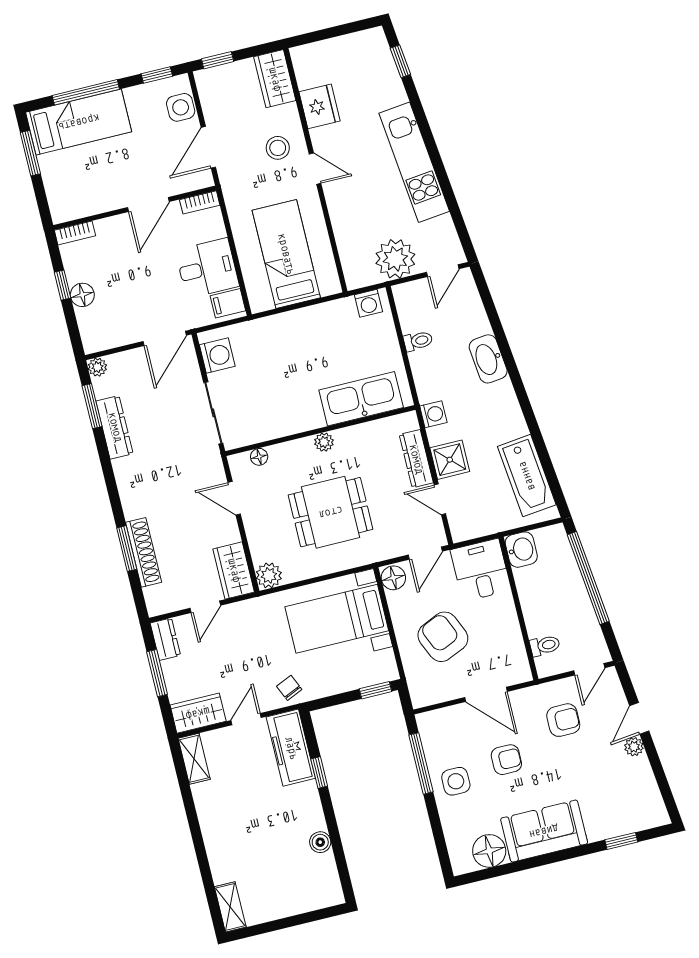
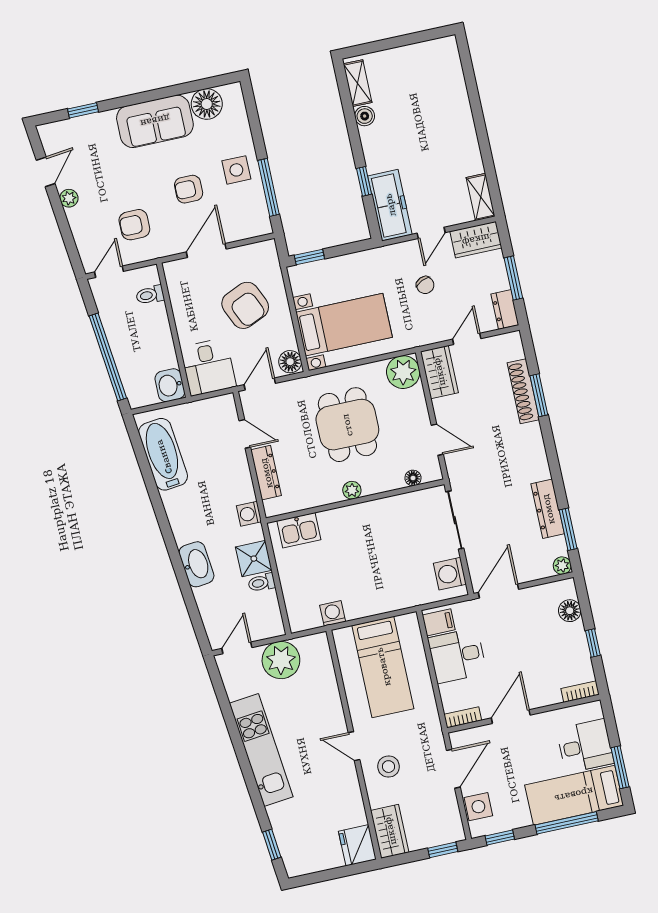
fridge: (320, 106) -> (357, 845), moved
desk: (68, 175) -> (585, 746), added
floor lamp: (82, 295) -> (570, 611), moved
washing machine: (368, 303) -> (333, 613), moved
kitchen sink: (361, 399) -> (299, 530), width x0.53, depth x0.81
shower: (450, 460) -> (254, 559), moved
dining table: (331, 512) -> (347, 425), turned 90
plant: (269, 575) -> (403, 372), width x1.36, depth x1.36
chair: (289, 688) -> (425, 285), moved
door: (486, 694) -> (206, 250), hinge flipped
door: (639, 718) -> (46, 172), moved
shelving: (230, 907) -> (358, 83), moved

